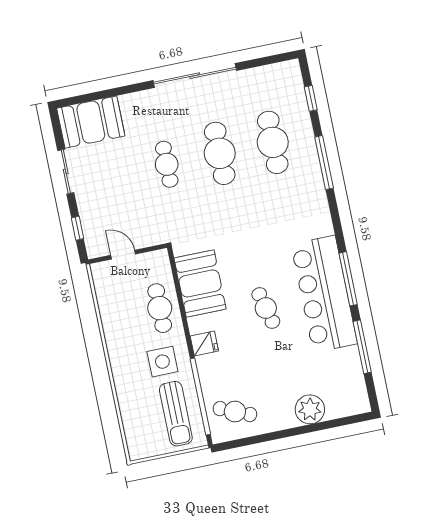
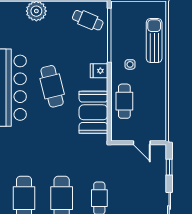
cafe table: (266, 308) -> (52, 86), width x1.37, depth x1.35
side table: (162, 362) -> (130, 64), width x0.54, depth x0.54
sun lounger: (176, 414) -> (154, 41), moved

